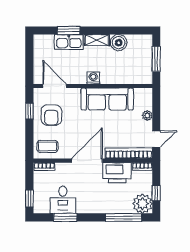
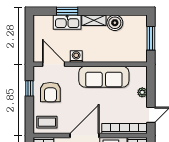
washing machine: (93, 78) -> (76, 57), moved

